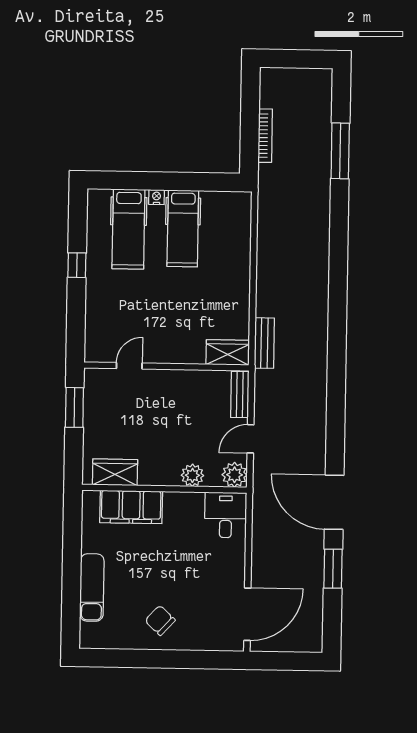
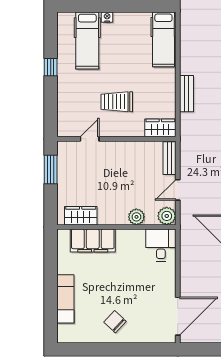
hospital bed: (183, 228) -> (163, 39), moved
trolley: (168, 315) -> (117, 102), added
bench: (264, 343) -> (187, 94), moved

